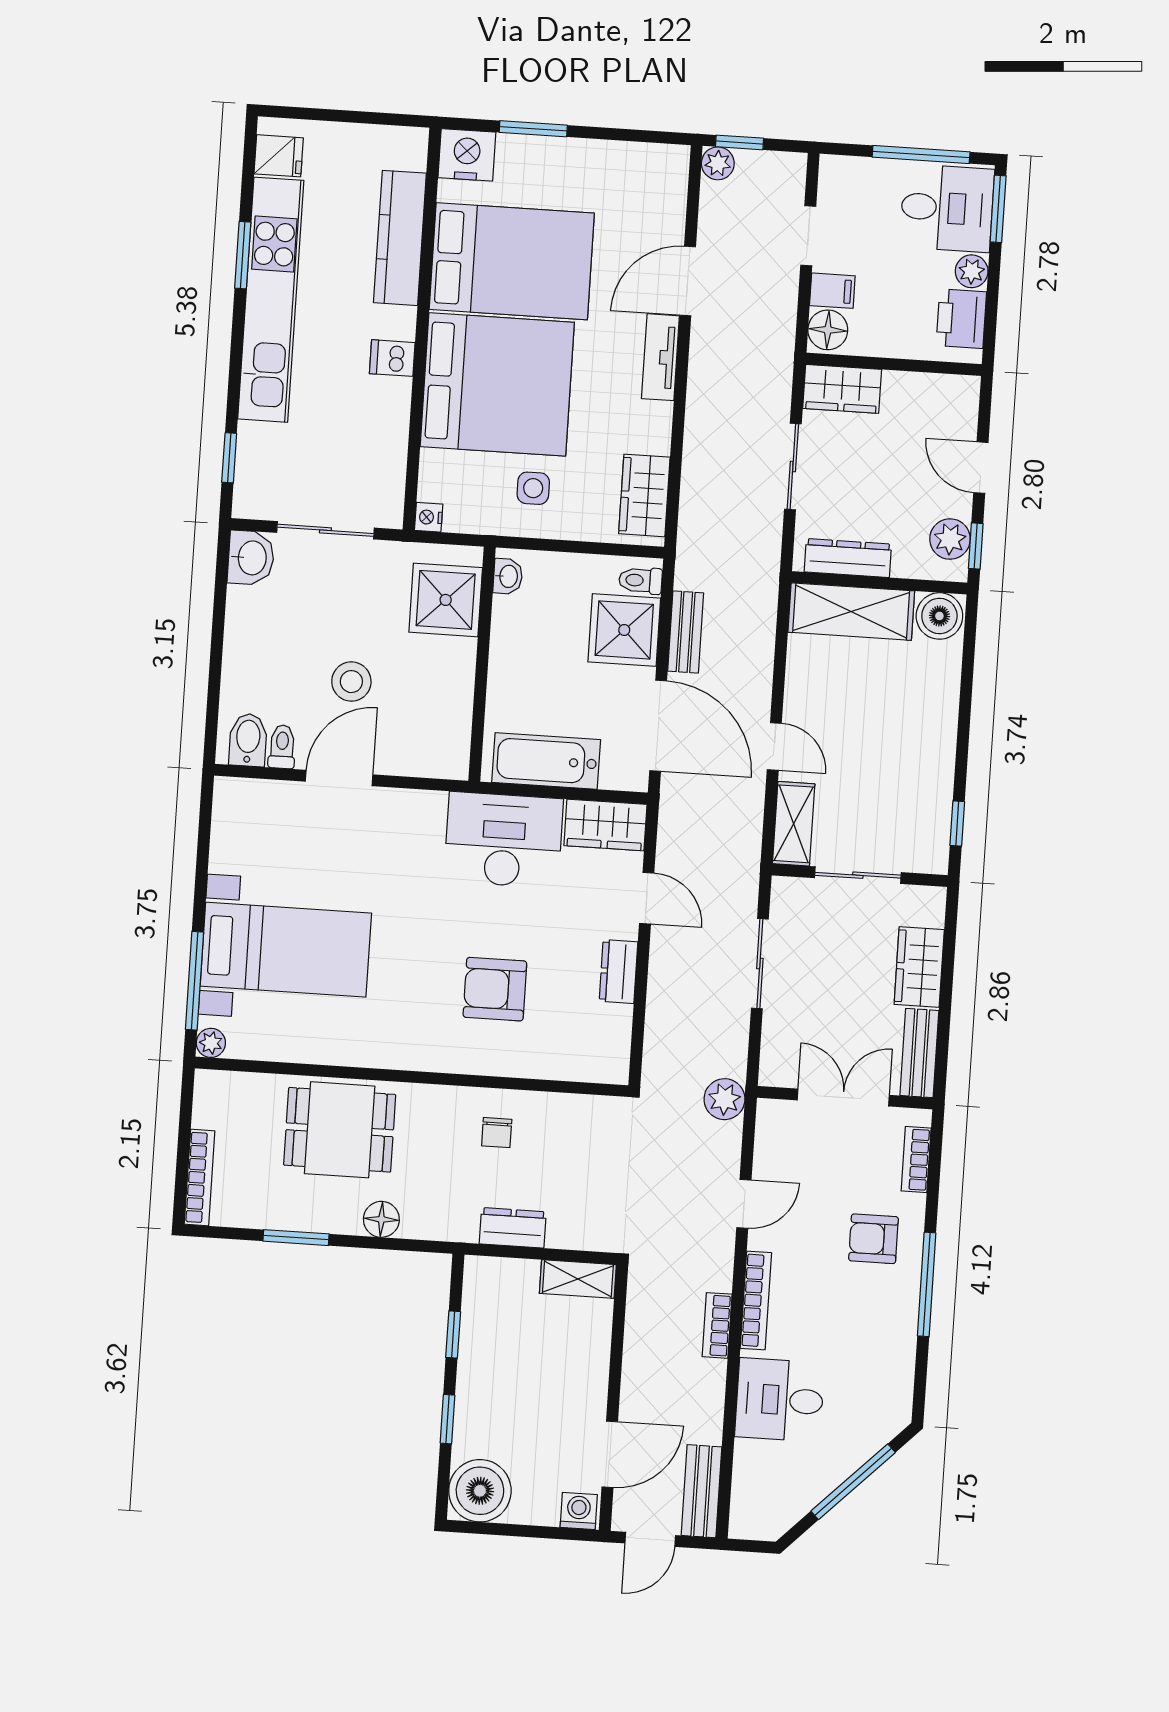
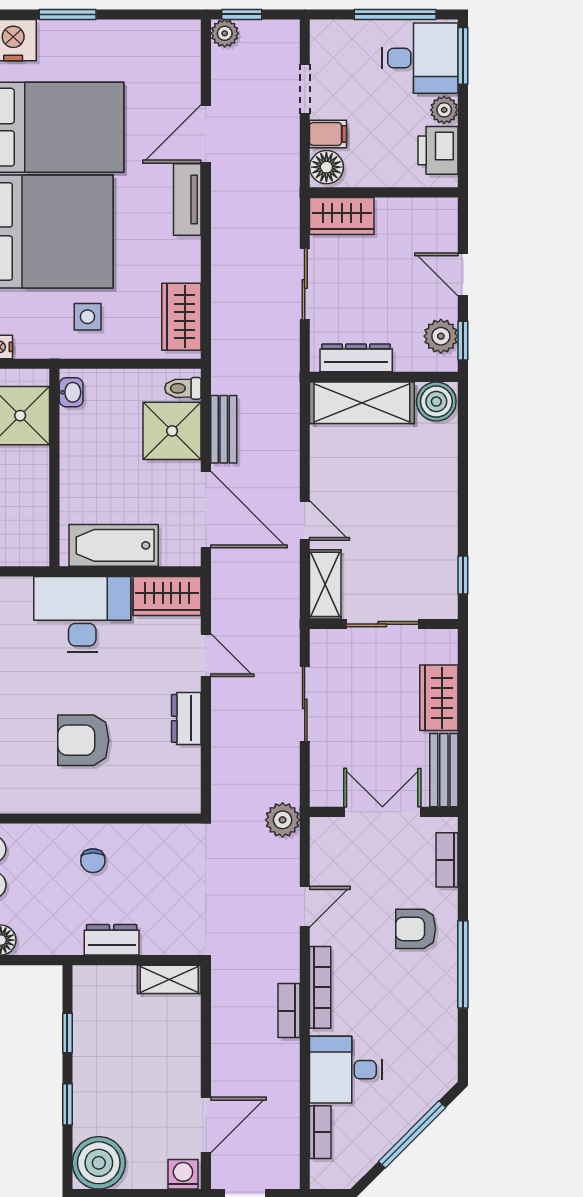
bookcase: (745, 1472) -> (320, 1132), added
bench: (702, 1491) -> (285, 1151), removed

